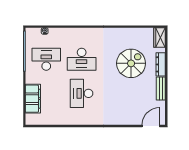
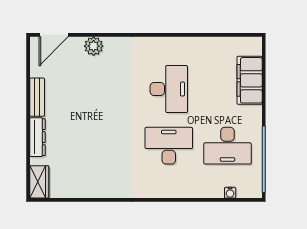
spiral stairs: (131, 63) -> (87, 139), removed
plant: (127, 119) -> (94, 46), added

